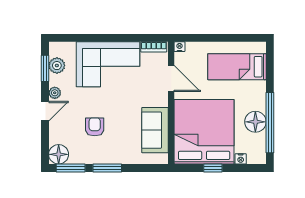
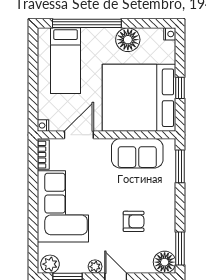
plant: (57, 66) -> (50, 264), moved
window: (270, 123) -> (87, 23), moved
armchair: (95, 127) -> (134, 221), turned 180
nightstand: (241, 159) -> (170, 34), moved
window: (107, 168) -> (180, 166), moved

